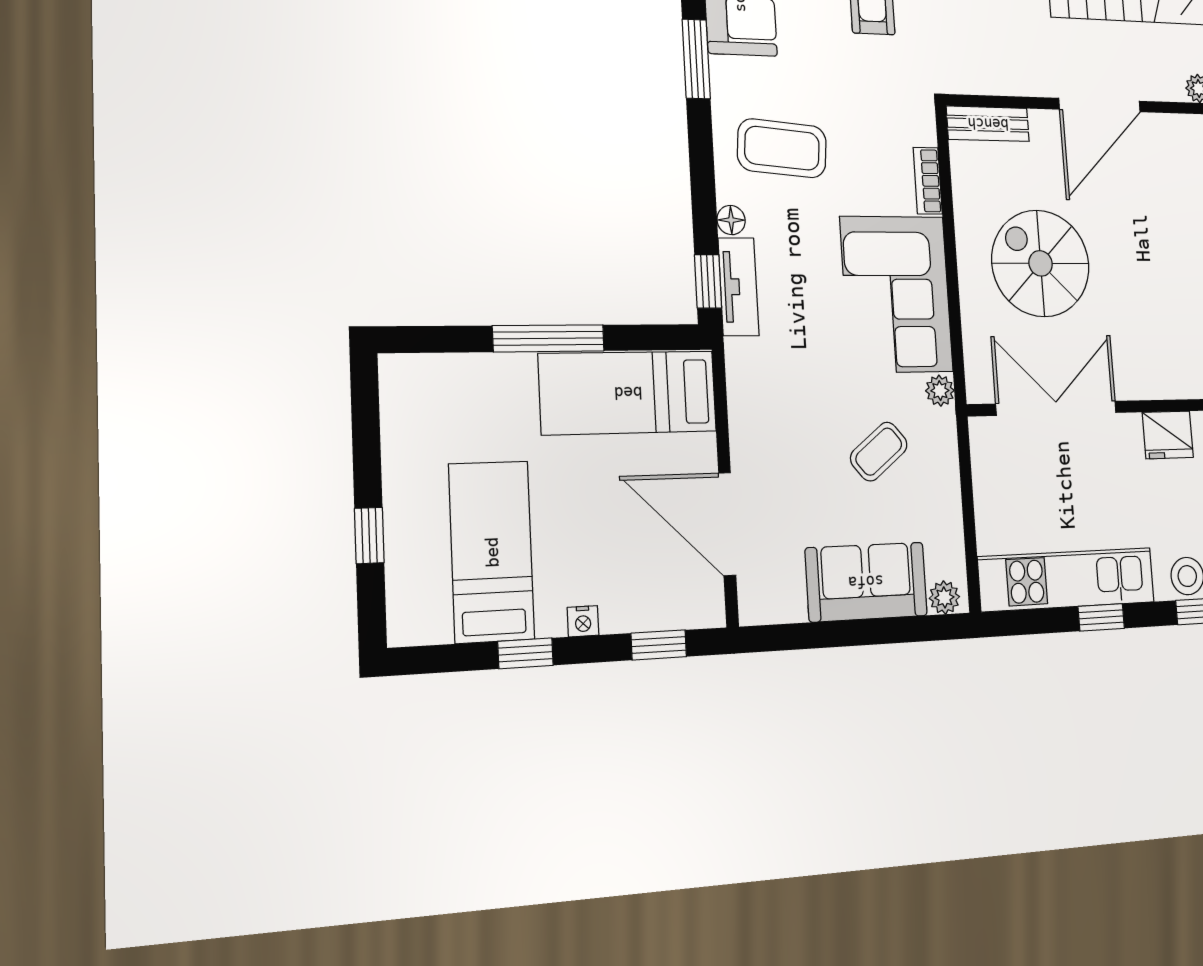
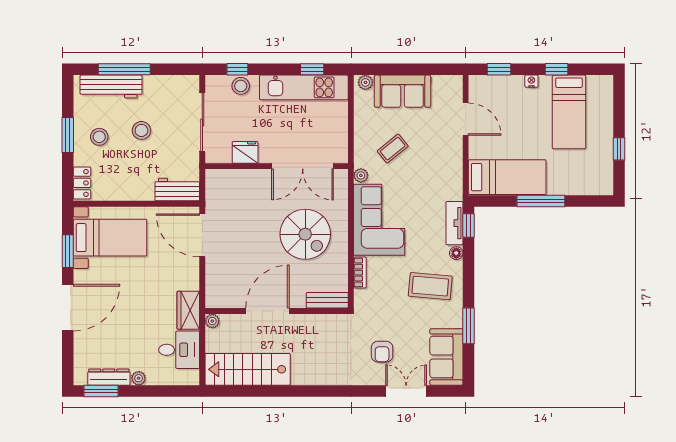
door: (727, 524) -> (466, 119), width x0.73
window: (369, 535) -> (619, 149), moved
window: (1101, 617) -> (312, 69), moved

